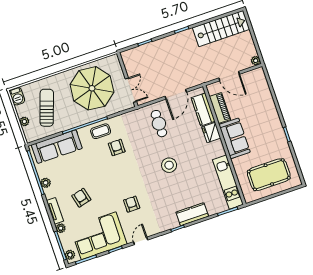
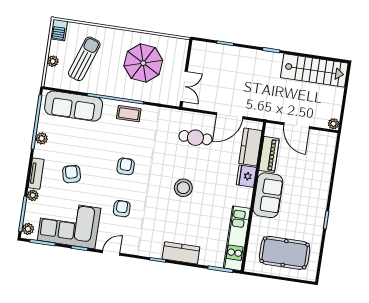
parasol: (92, 88) -> (143, 63), width x0.73, depth x0.73
cafe table: (159, 124) -> (195, 138), turned 90
armchair: (117, 148) -> (126, 166), moved

